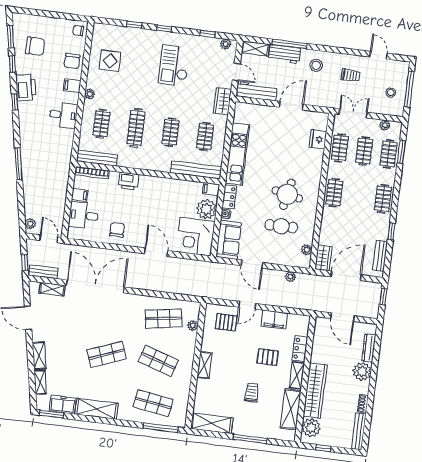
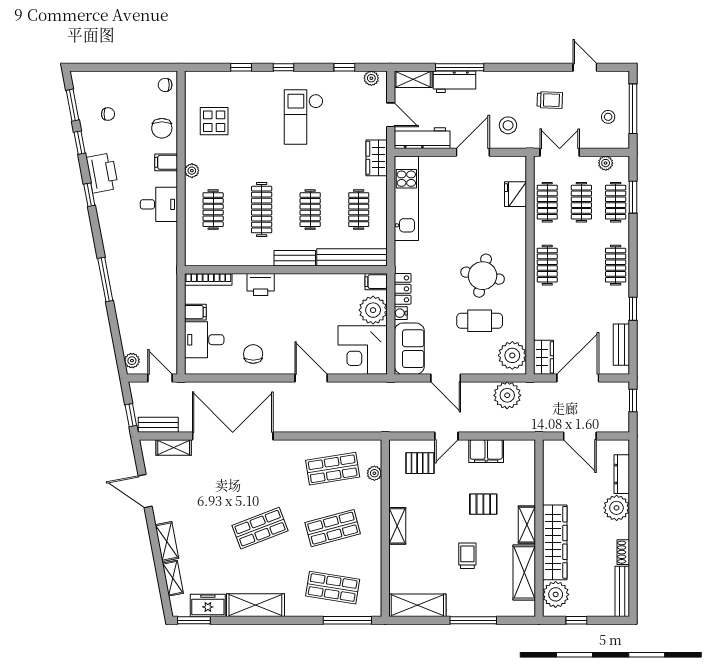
chair: (35, 46) -> (108, 114), width x0.54, depth x0.54
stool: (316, 65) -> (508, 125), moved
kitchen unit: (237, 154) -> (406, 198), moved
bench: (97, 158) -> (295, 258), moved, width x0.73
plant: (307, 250) -> (512, 355), width x1.88, depth x1.88
plant: (290, 277) -> (507, 395), width x1.88, depth x1.88
locker: (300, 349) -> (527, 487), removed
shop shelf: (158, 361) -> (333, 528), turned -33

